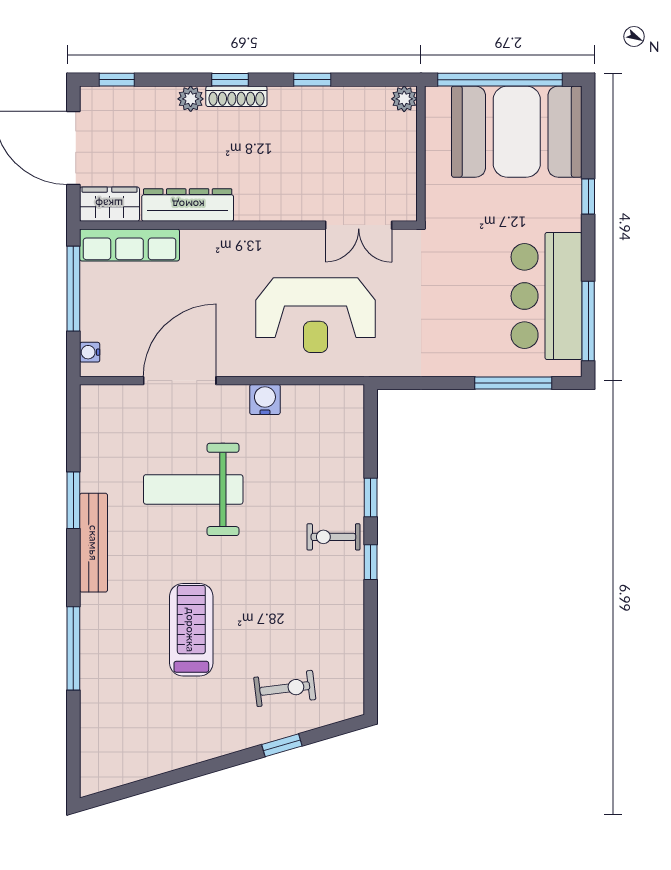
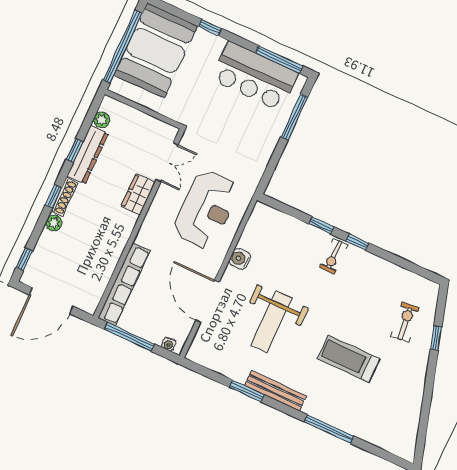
plant: (404, 99) -> (102, 120), moved
wardrobe: (109, 204) -> (138, 194), moved
dresser: (188, 205) -> (88, 155), moved, turned 180
row of seats: (129, 245) -> (124, 284), width x1.36

